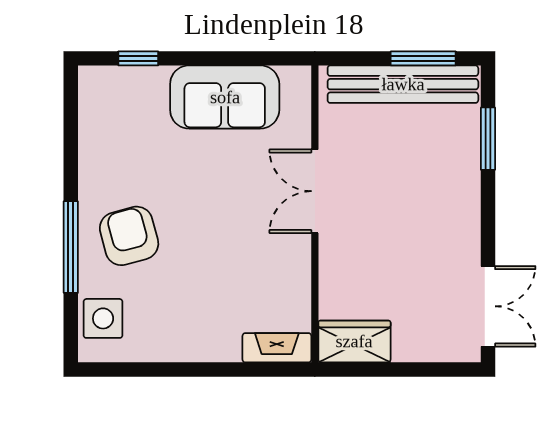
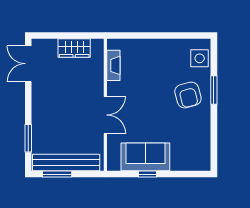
window: (138, 58) -> (147, 174), moved
window: (71, 247) -> (214, 90), width x0.69
wardrobe: (354, 341) -> (74, 48), moved
fireplace: (277, 348) -> (113, 65), moved, turned -90

